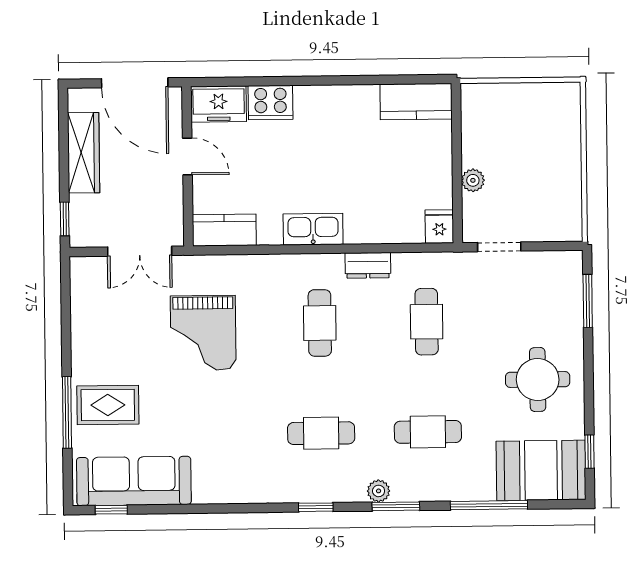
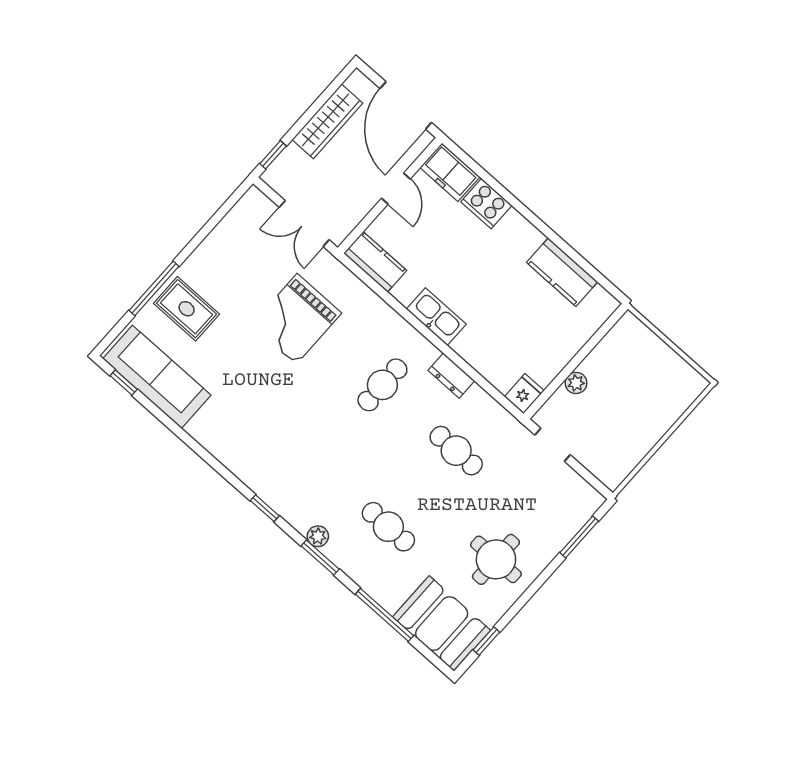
kitchen counter: (416, 102) -> (562, 272), moved
cafe table: (427, 322) -> (456, 451), turned 90
cafe table: (321, 433) -> (315, 461), removed

